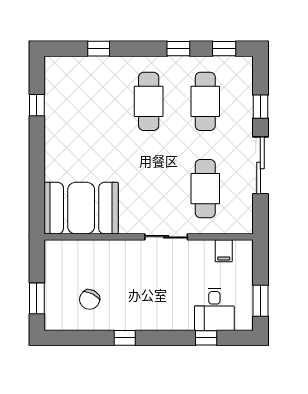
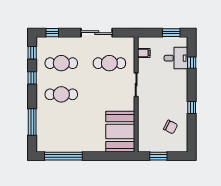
window: (99, 49) -> (32, 122), width x2.17
window: (37, 105) -> (63, 156), width x3.17
window: (260, 107) -> (52, 33), moved
window: (37, 298) -> (158, 156), moved

